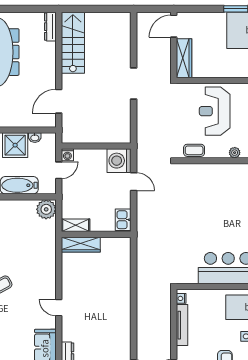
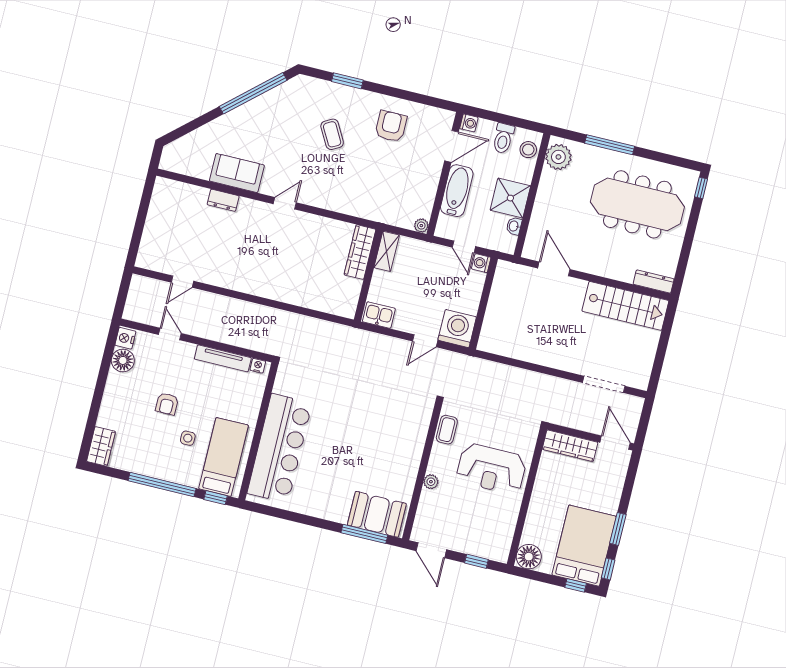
doorway: (134, 83) -> (604, 384), moved
reception desk: (215, 111) -> (491, 469), turned 180
plant: (46, 209) -> (421, 226), width x0.53, depth x0.53

